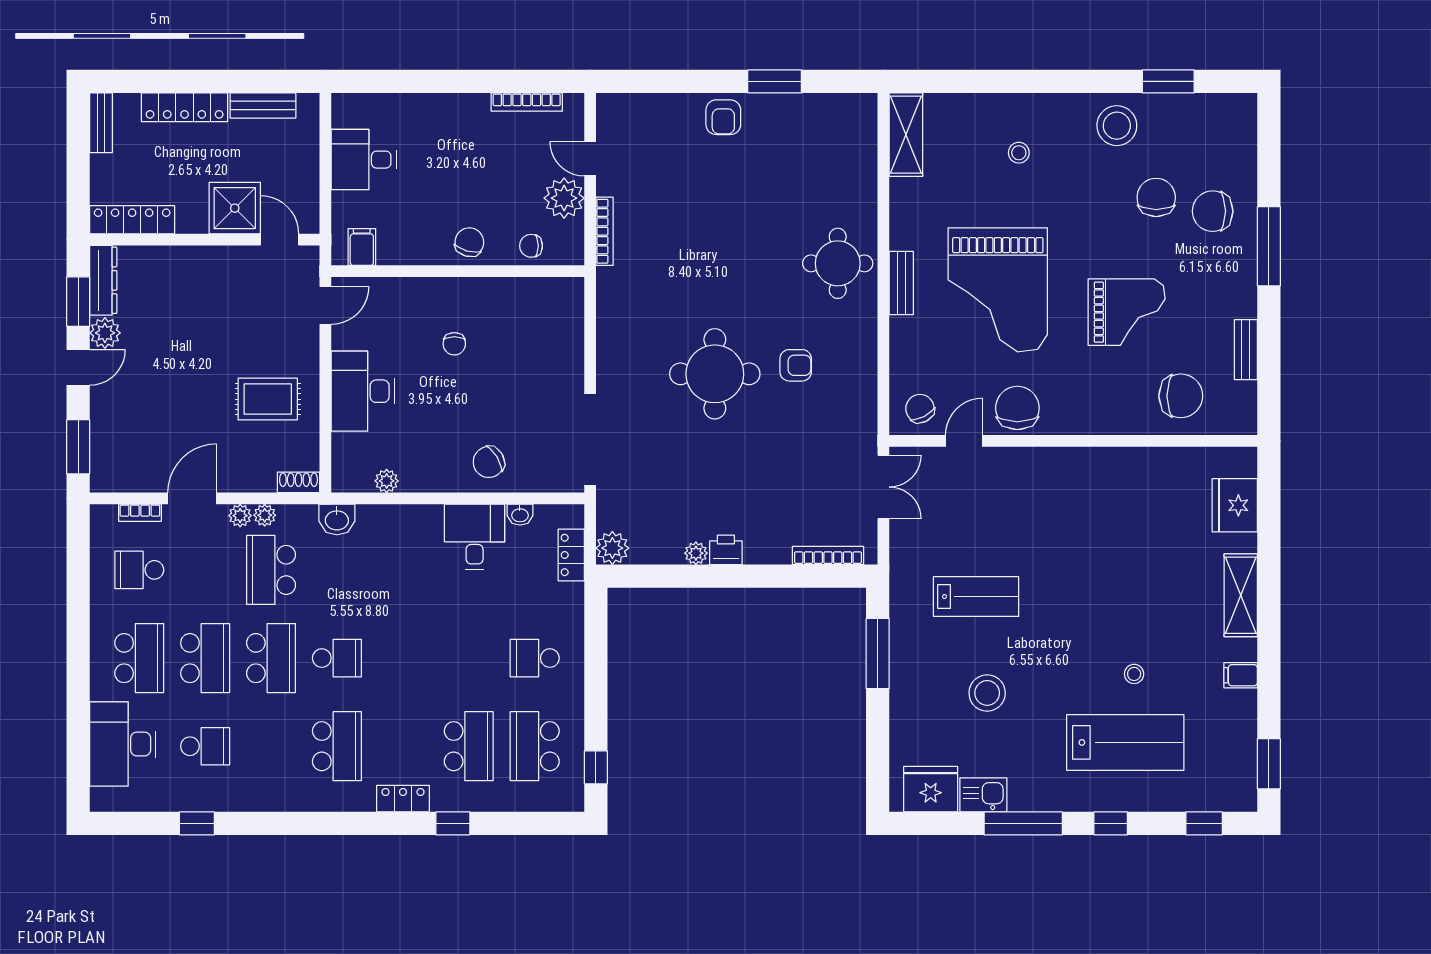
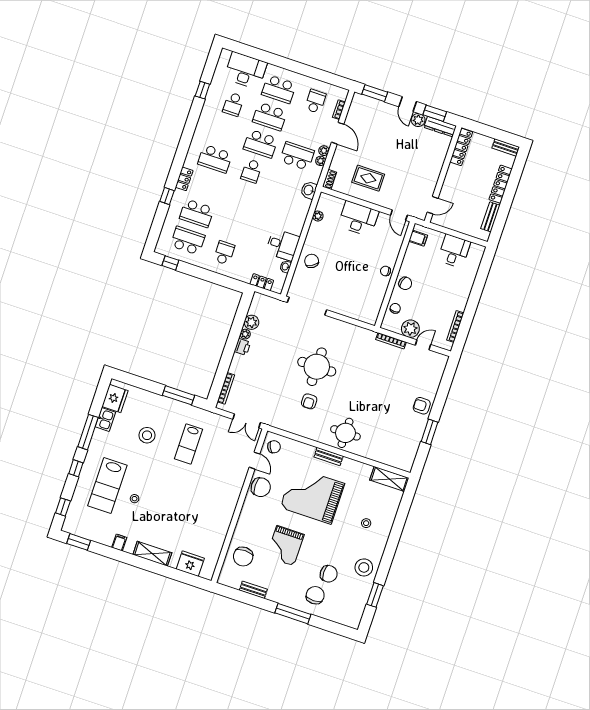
shower: (235, 208) -> (452, 191), removed
chair: (454, 344) -> (385, 271), moved
rug: (268, 399) -> (368, 178), turned 90
plant: (612, 548) -> (251, 322), moved

